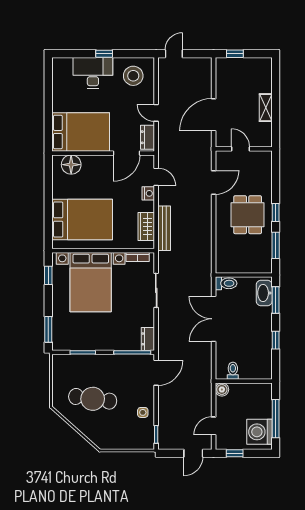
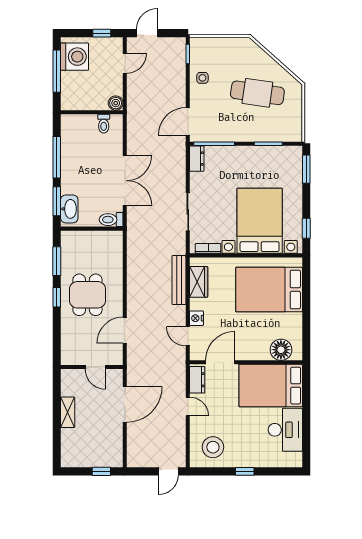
desk: (93, 73) -> (285, 430), moved, turned -90
window: (276, 340) -> (57, 157), width x2.17

